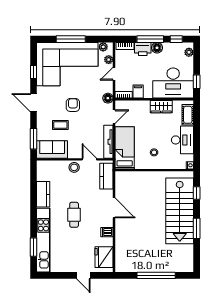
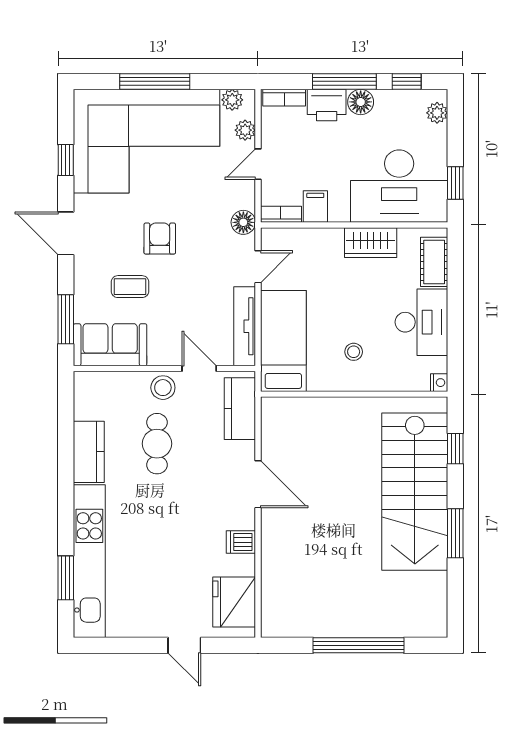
cafe table: (74, 215) -> (157, 444), moved

